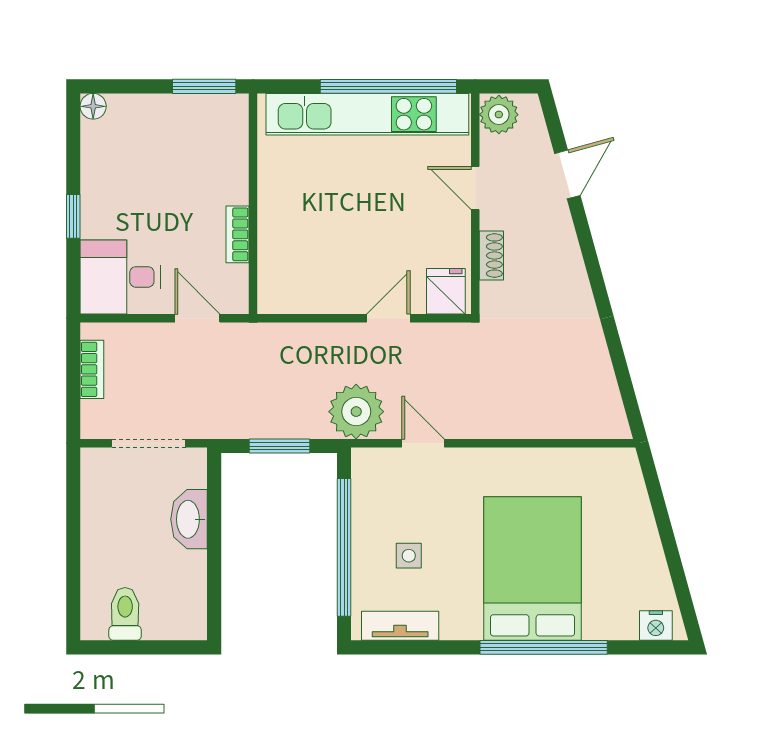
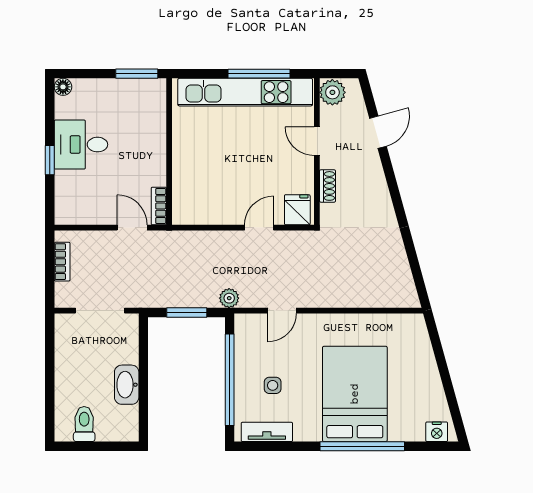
window: (388, 86) -> (259, 74), width x0.68
bookcase: (238, 234) -> (159, 206), moved
desk: (120, 277) -> (81, 145), moved
plant: (356, 412) -> (229, 298), width x0.53, depth x0.53
door: (423, 443) -> (282, 311), swing flipped
washbasin: (189, 519) -> (127, 385), moved

